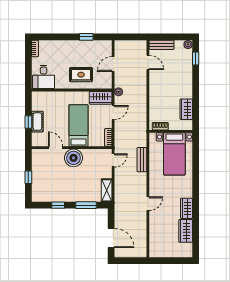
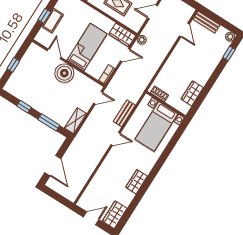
door: (148, 204) -> (115, 139), moved
wardrobe: (186, 231) -> (115, 215), moved
door: (169, 261) -> (91, 218), added

